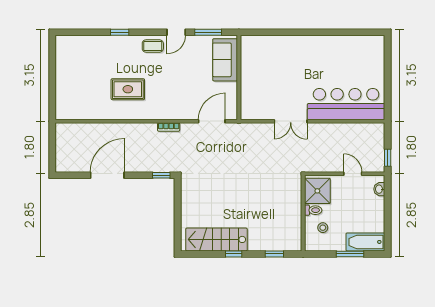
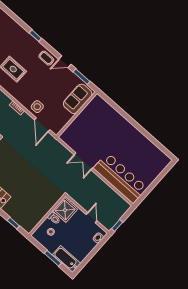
side table: (189, 107) -> (37, 107), added
door: (212, 121) -> (42, 125), swing flipped

